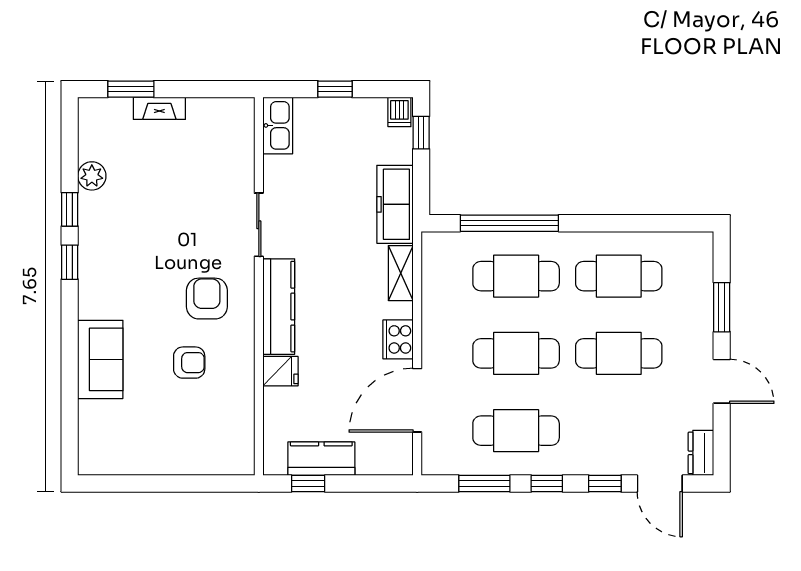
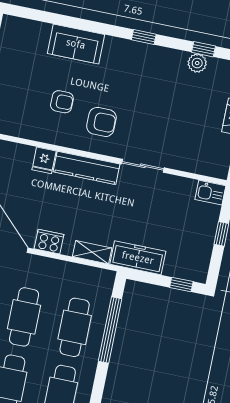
dishwasher: (399, 112) -> (198, 273), removed
kitchen sink: (278, 125) -> (210, 193), width x0.73
window: (70, 209) -> (203, 49), moved
armchair: (189, 363) -> (62, 102), turned -90

